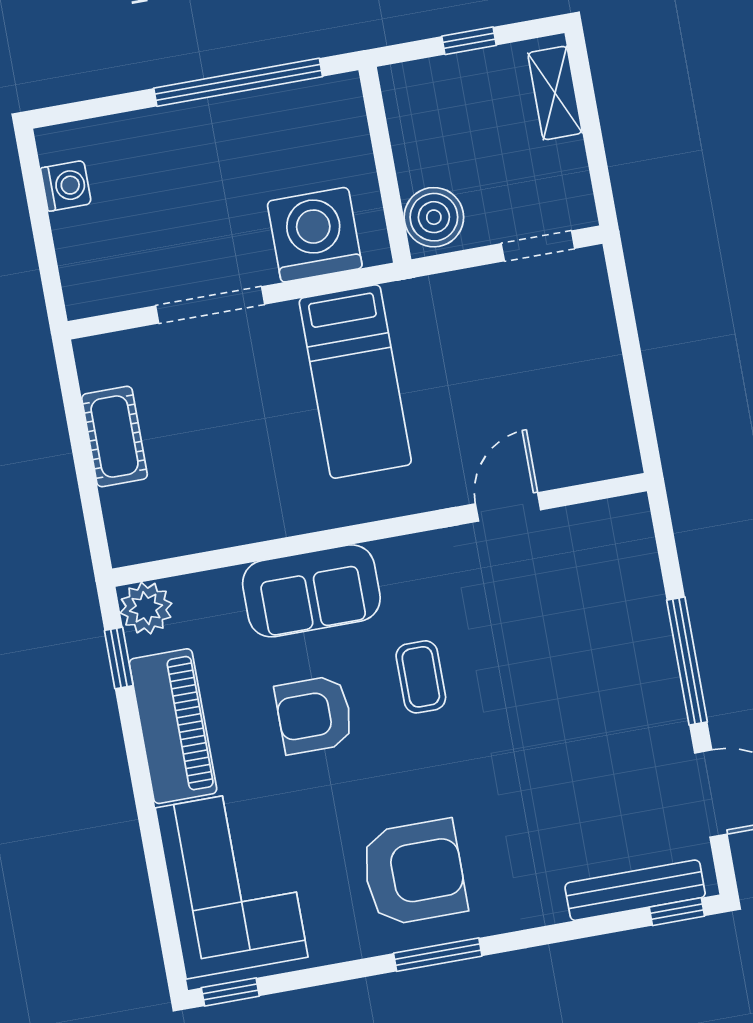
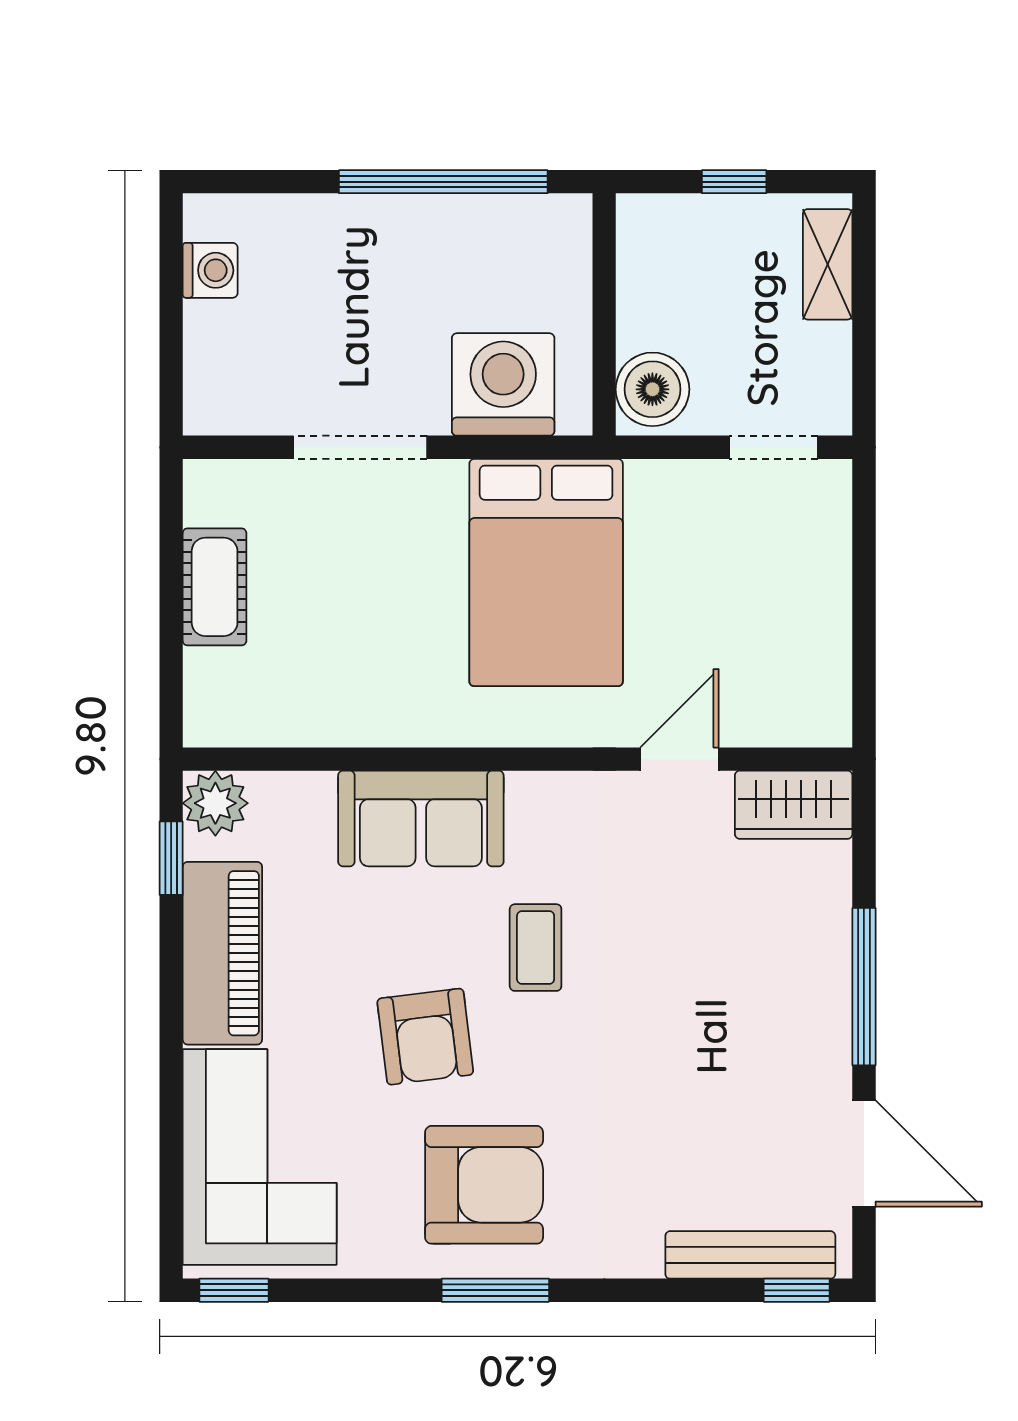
bed: (355, 381) -> (546, 573), width x1.50
wardrobe: (605, 527) -> (794, 805), added
armchair: (314, 715) -> (425, 1037), moved, turned -97

